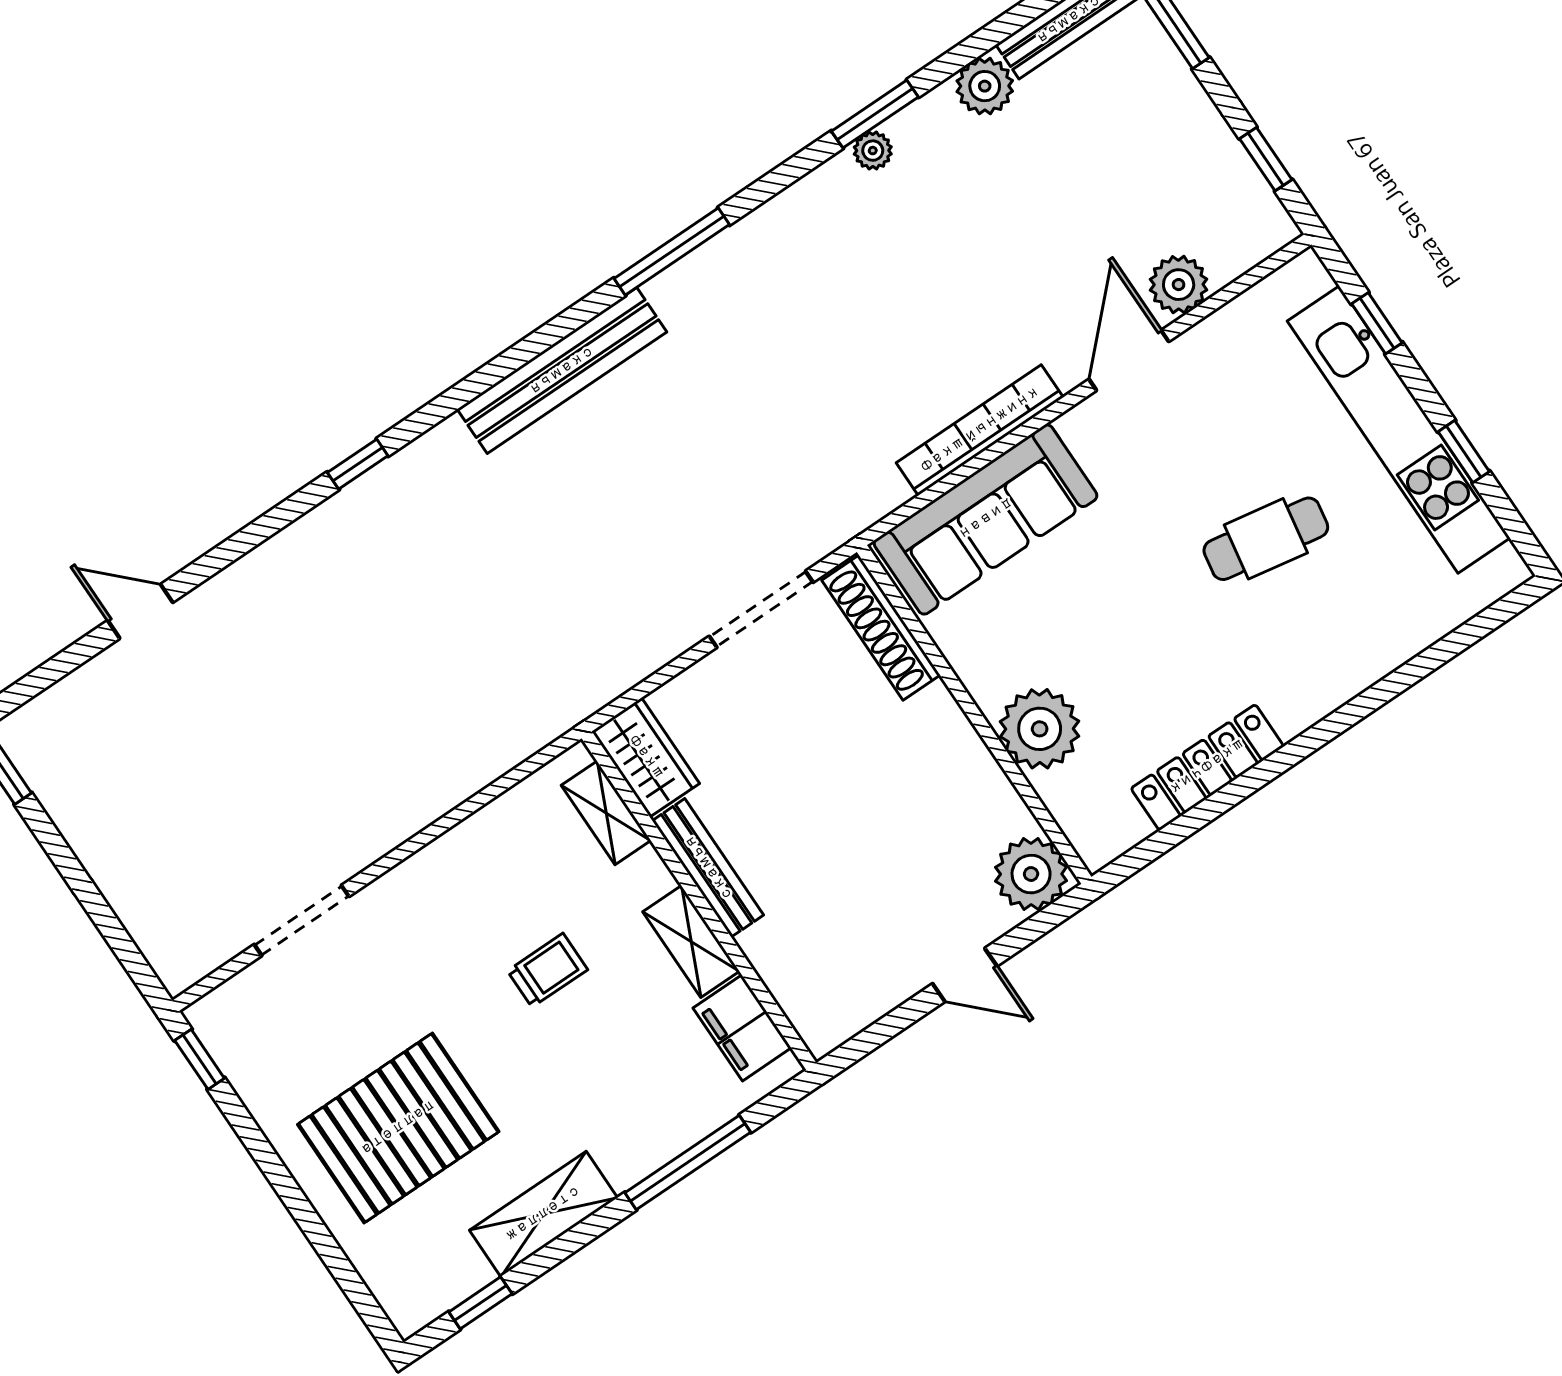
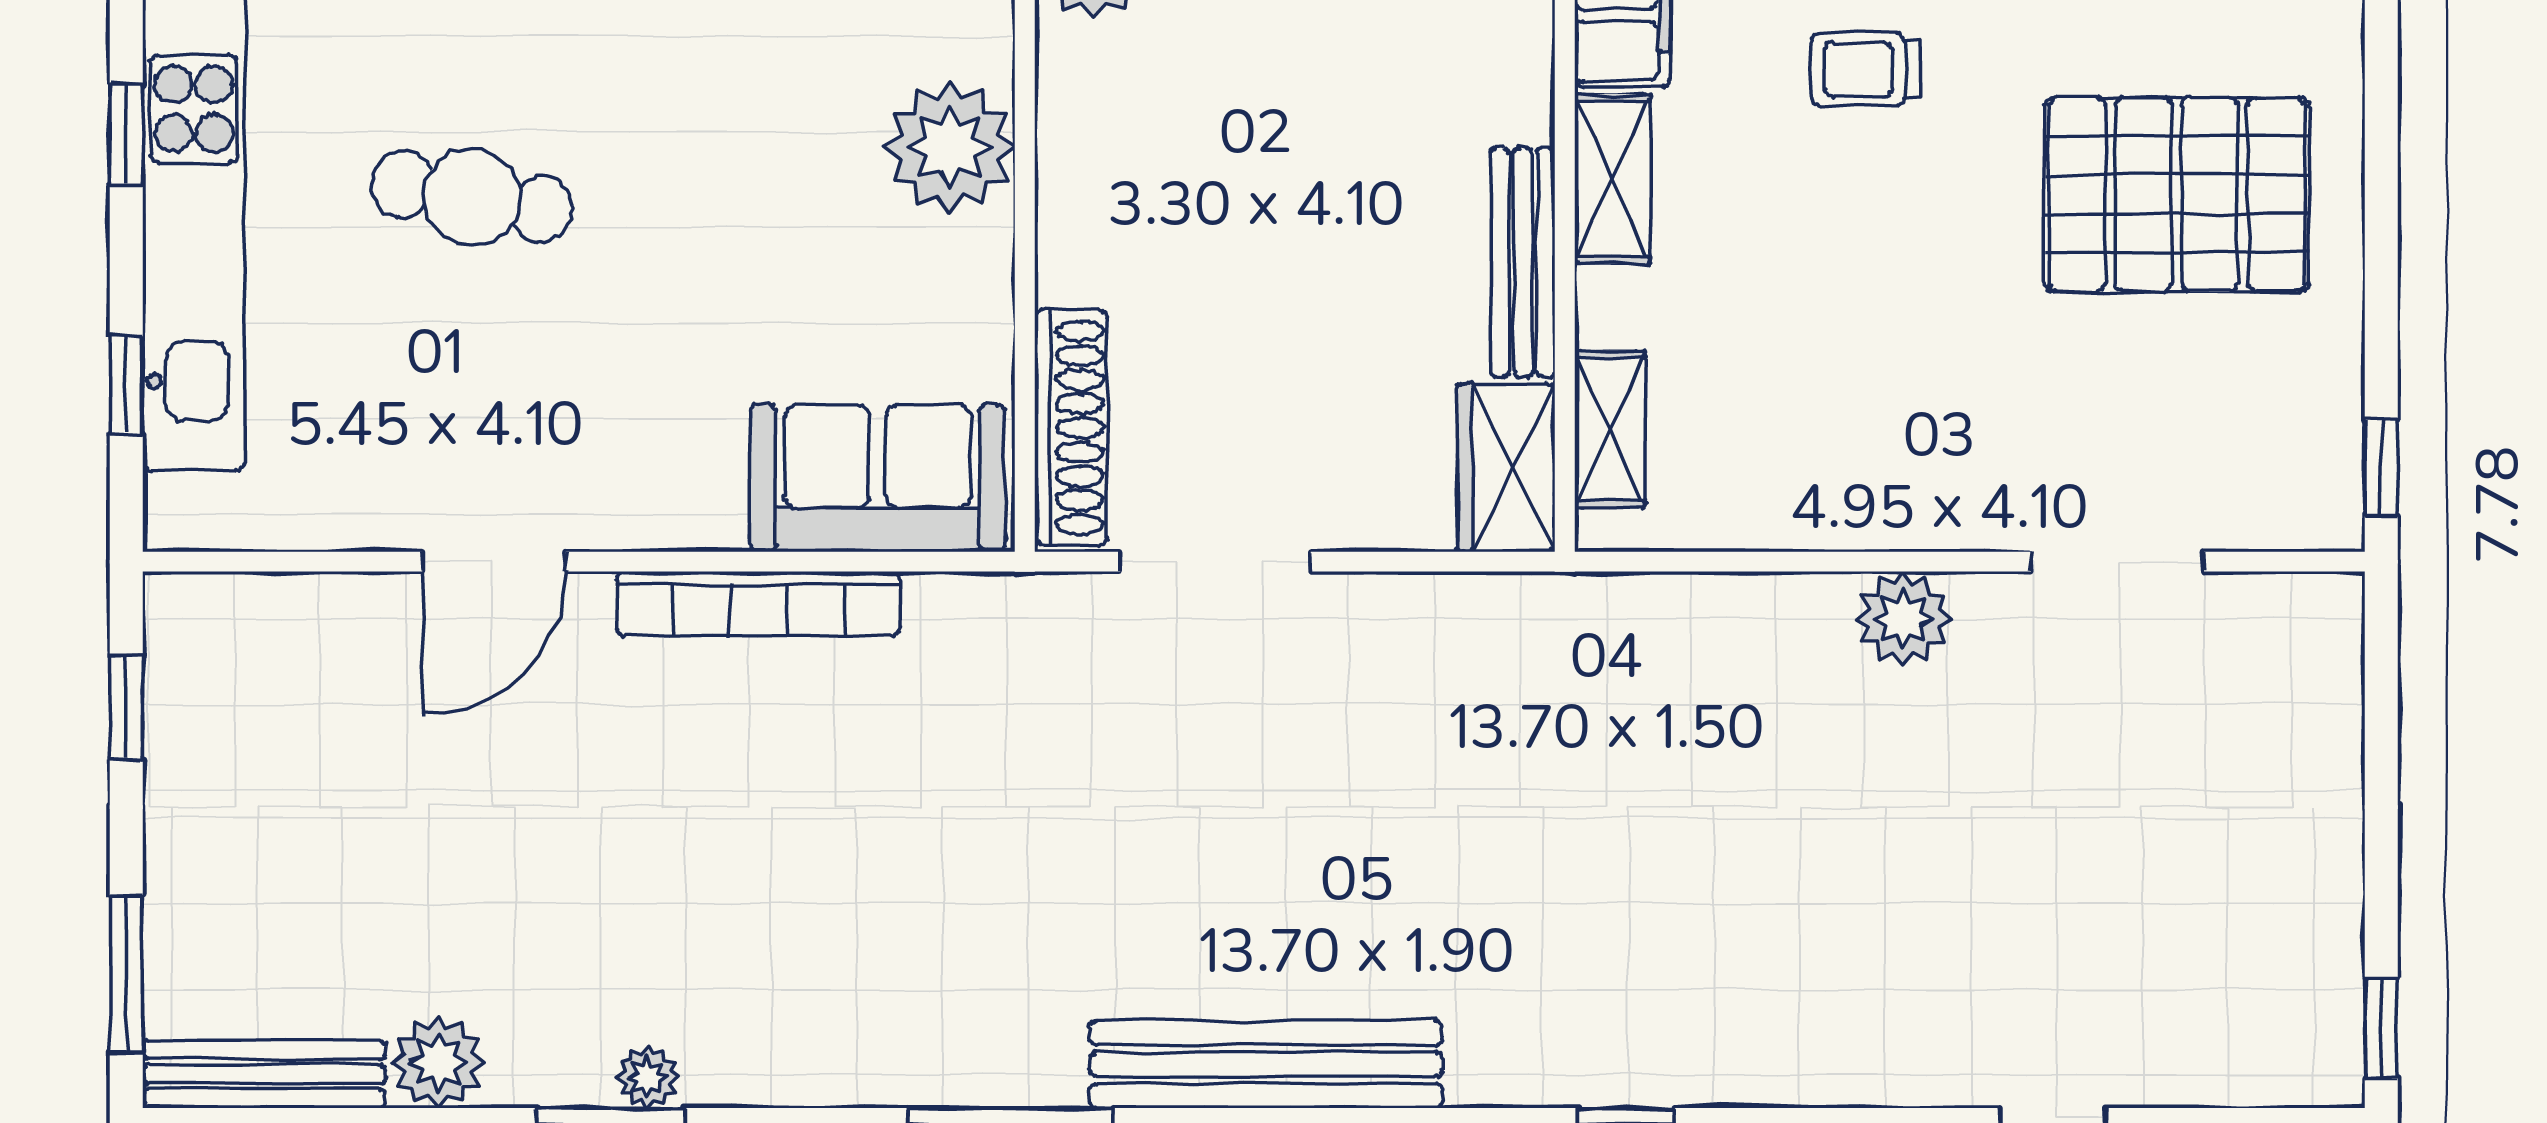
plant: (1179, 285) -> (1903, 618), moved
sofa: (986, 519) -> (878, 478), width x0.73
trolley: (548, 970) -> (1866, 69), moved

